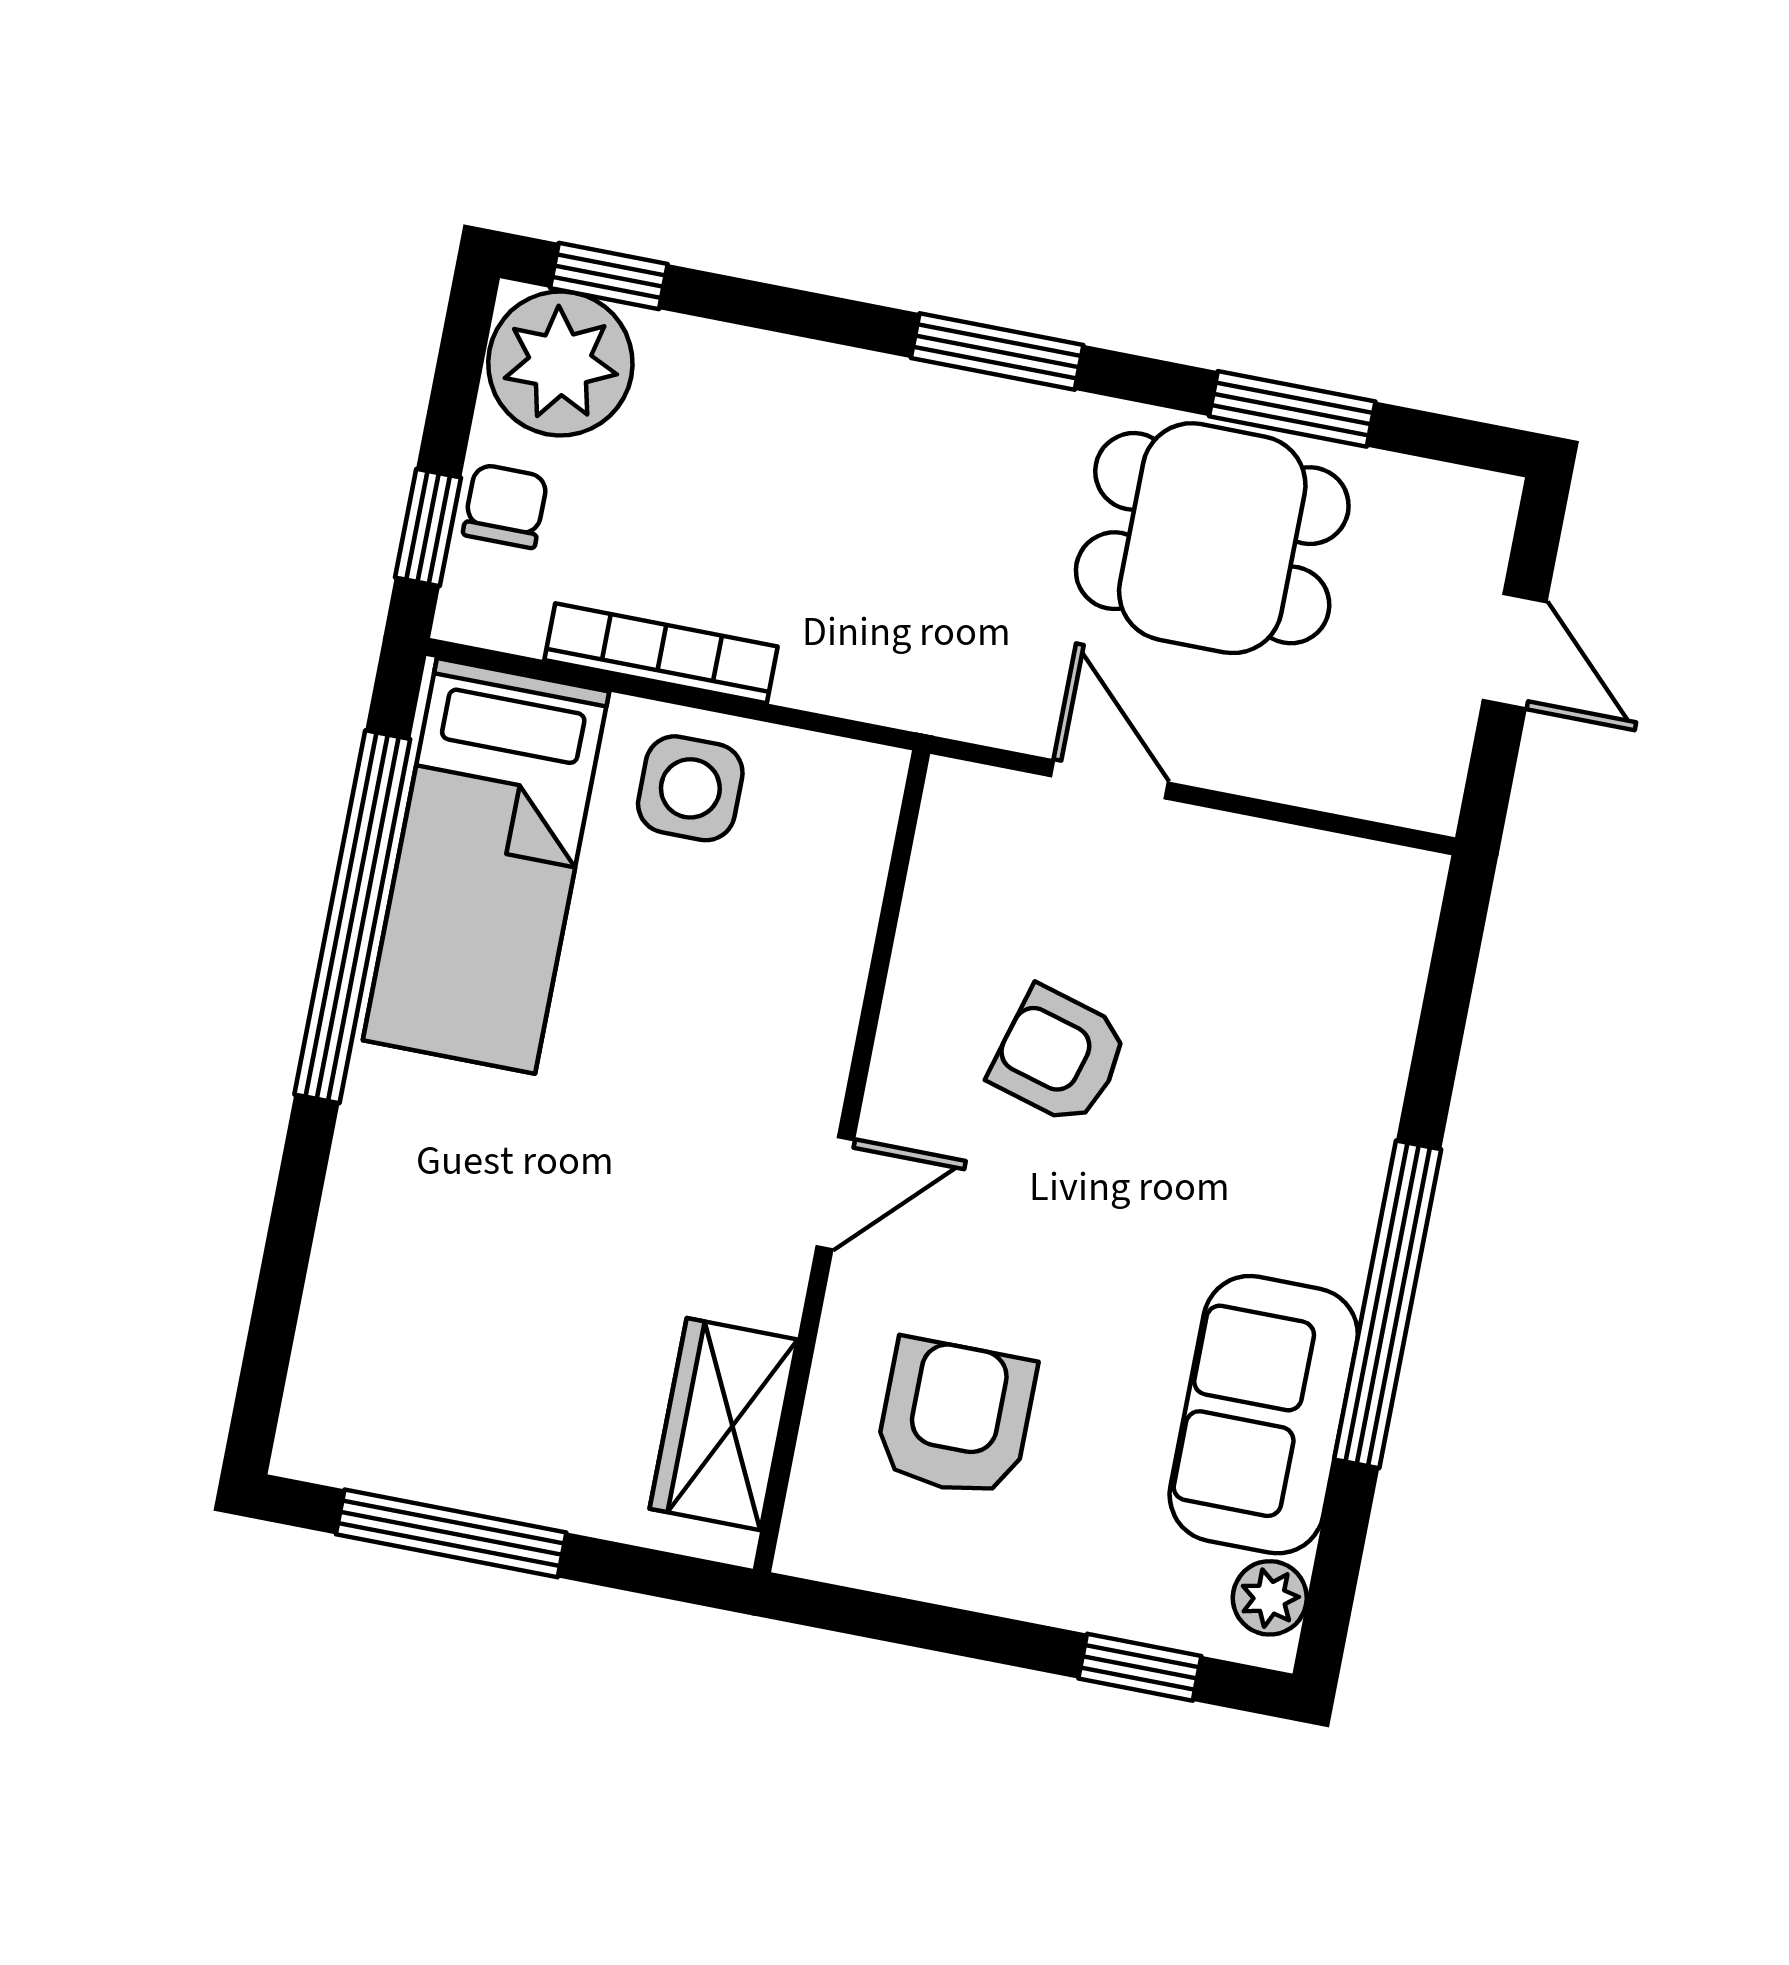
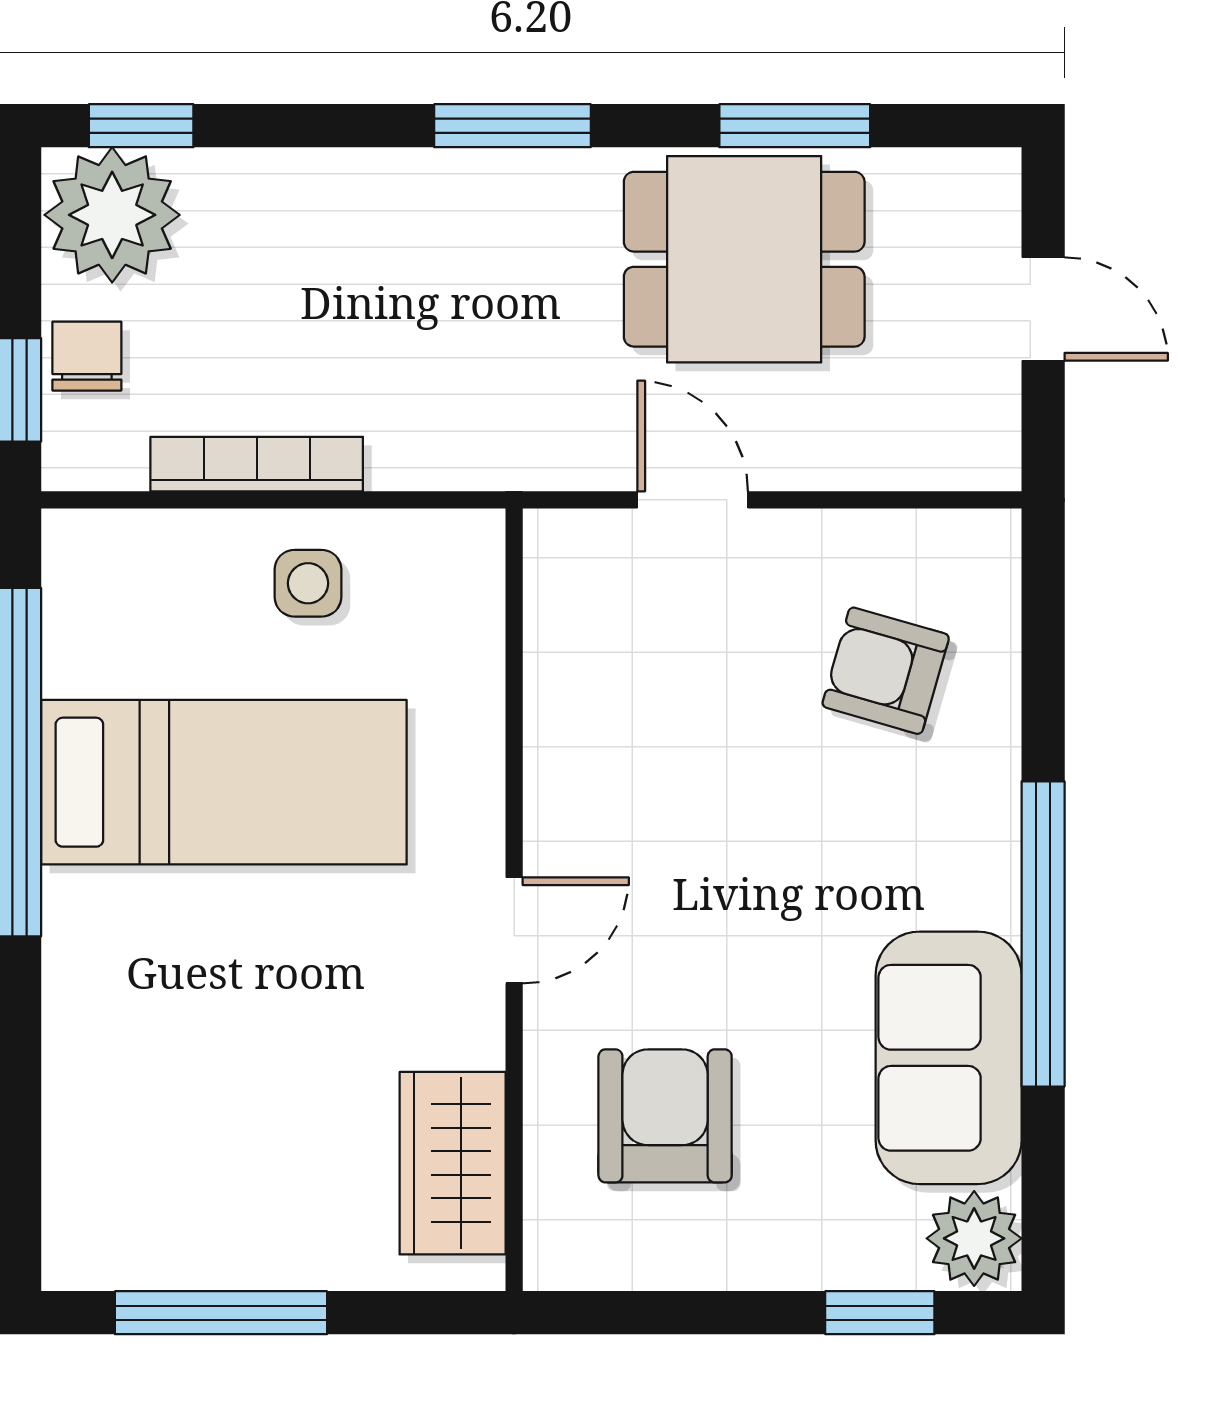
side table: (690, 788) -> (308, 583), width x0.73, depth x0.73
bed: (486, 866) -> (224, 782), moved, turned -90
armchair: (1059, 1056) -> (886, 671), moved
plant: (1270, 1598) -> (974, 1238), width x1.38, depth x1.38

